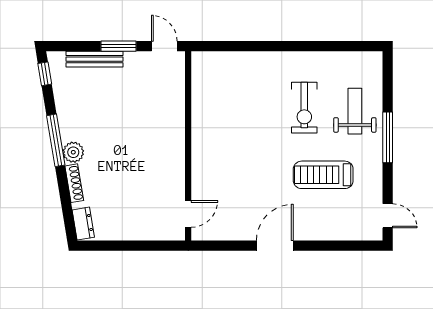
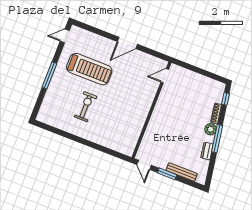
window: (45, 74) -> (225, 99), moved
weight bench: (355, 111) -> (61, 95), removed
treadmill: (323, 175) -> (89, 69), width x1.37, depth x1.38
door: (388, 216) -> (65, 36), hinge flipped
dresser: (83, 224) -> (207, 151), moved

